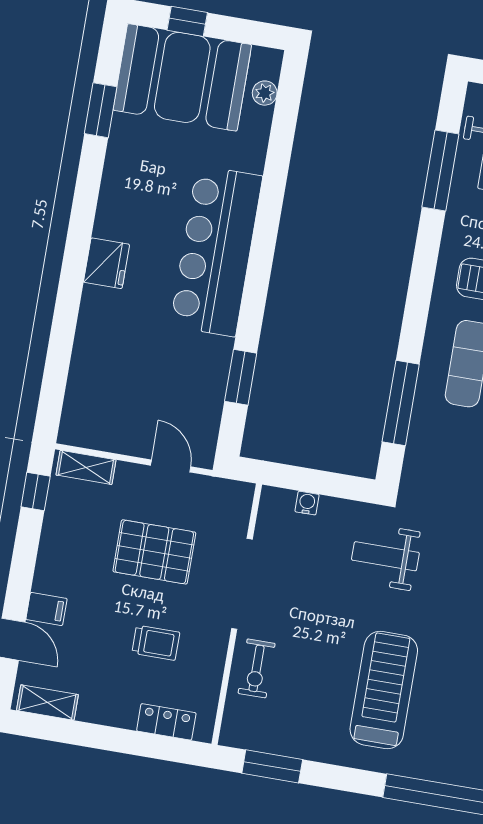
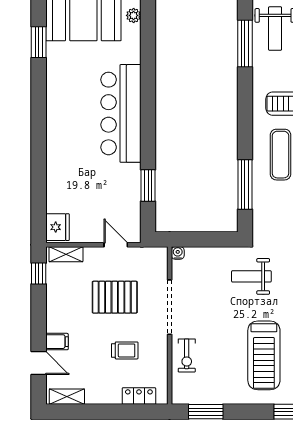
fridge: (107, 263) -> (57, 227), moved
water cooler: (307, 503) -> (178, 253), moved
treadmill: (384, 690) -> (264, 355), turned 180

